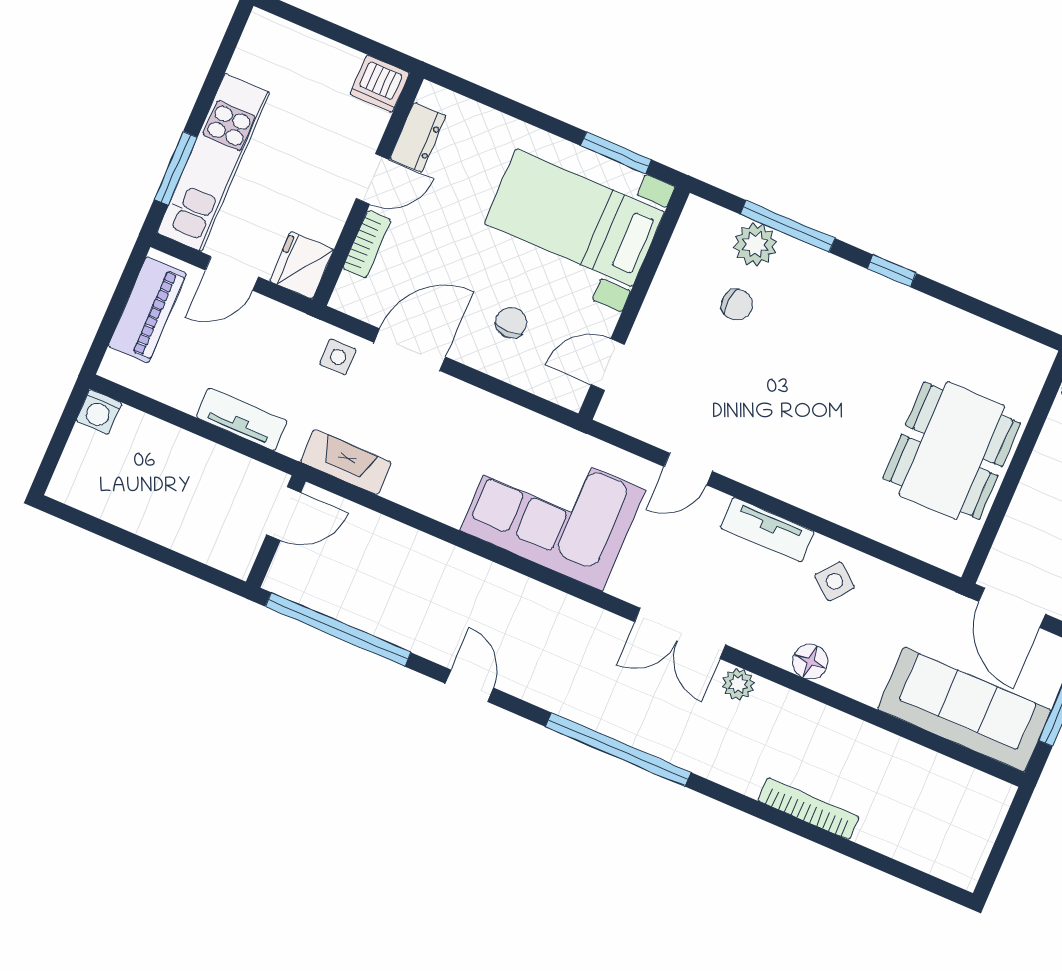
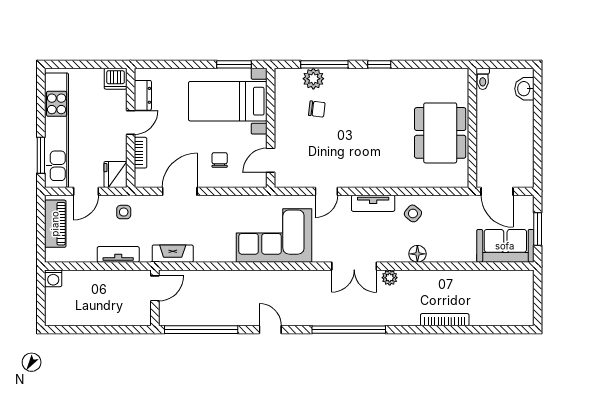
kitchen unit: (213, 162) -> (57, 130), width x1.36
side table: (338, 357) -> (124, 212), moved
sofa: (964, 710) -> (505, 246), width x0.73

